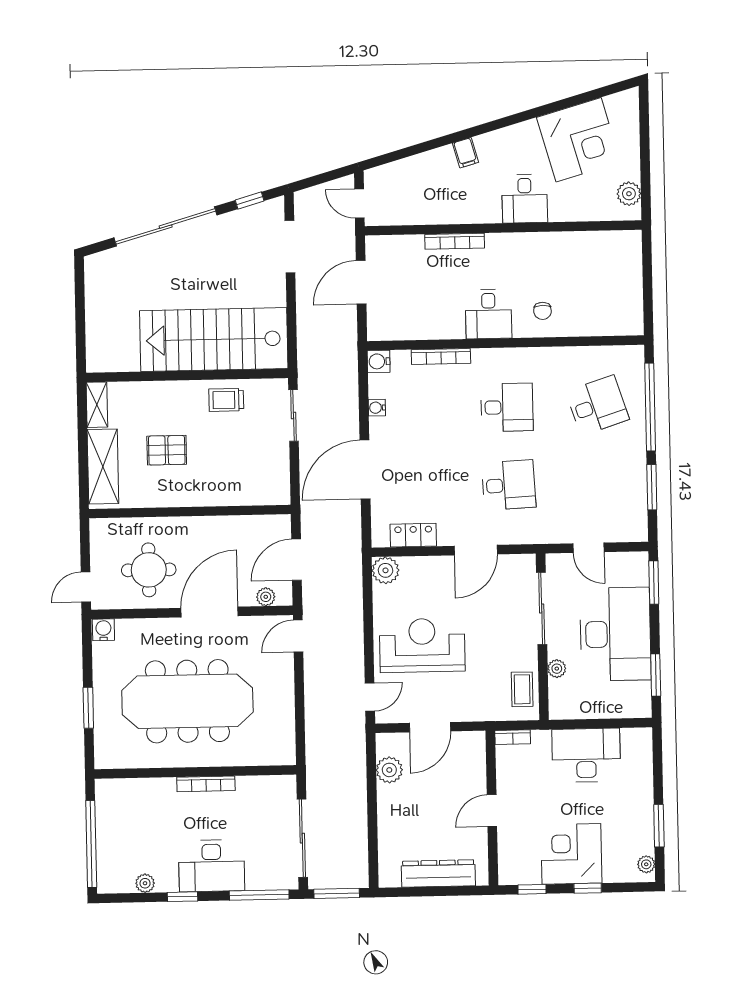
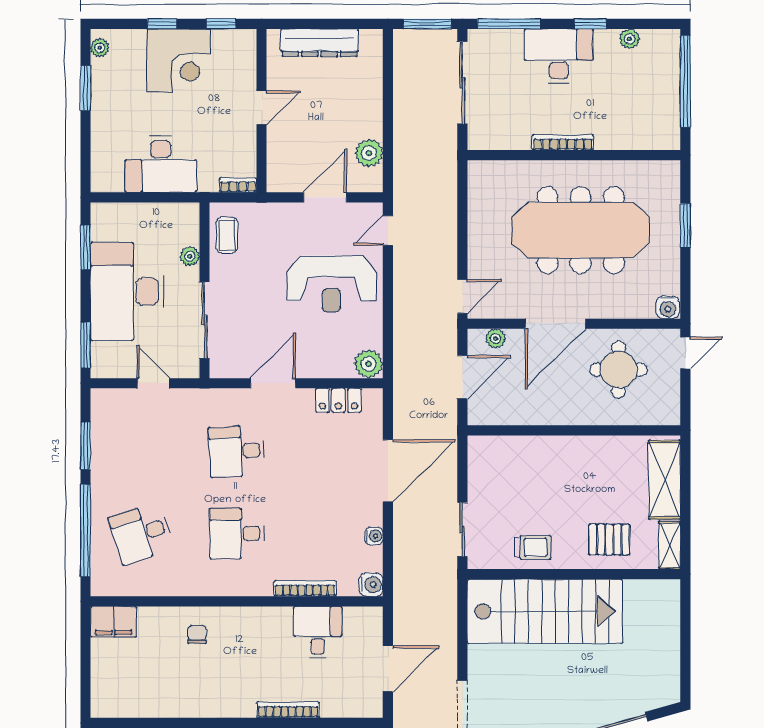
desk: (489, 314) -> (318, 632), moved
filing cabinet: (622, 321) -> (114, 622), added
pallet: (167, 450) -> (609, 539), moved

